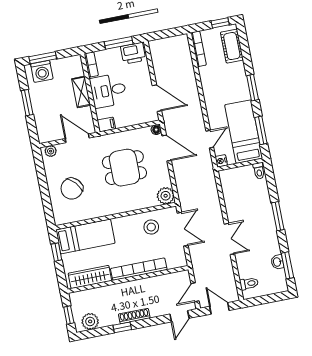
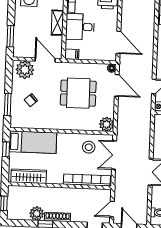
window: (27, 103) -> (10, 36), moved
plant: (51, 151) -> (25, 70), width x1.88, depth x1.88
chair: (72, 189) -> (31, 100), width x0.54, depth x0.54
window: (46, 200) -> (8, 105), added
double door: (183, 229) -> (114, 155), swing flipped
bookcase: (139, 269) -> (87, 180), moved
plant: (90, 321) -> (37, 213), moved

